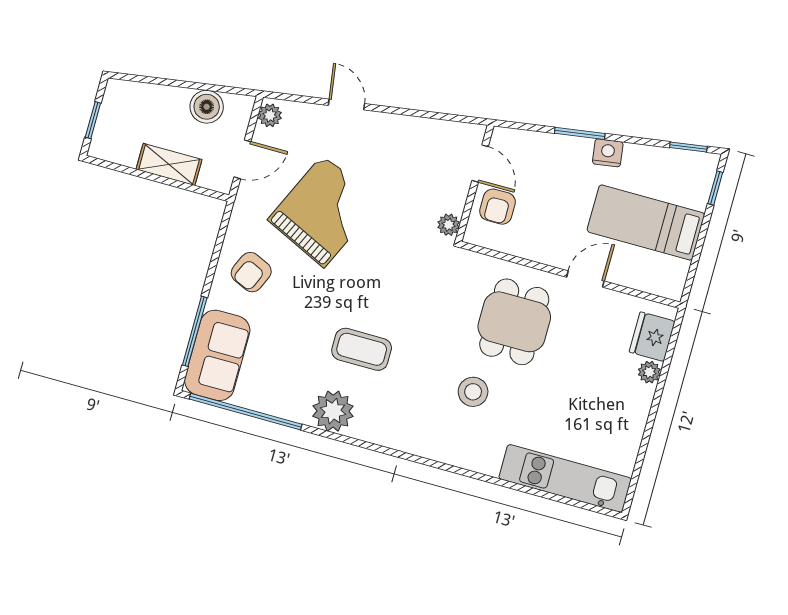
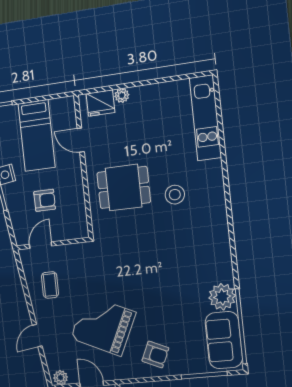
armchair: (498, 207) -> (45, 200), moved
plant: (449, 225) -> (82, 249), removed
door: (585, 279) -> (81, 140), moved
coffee table: (362, 349) -> (50, 285), moved, width x0.73, depth x0.77
sofa: (217, 355) -> (224, 340), moved, turned -90
plant: (333, 411) -> (222, 297), moved

